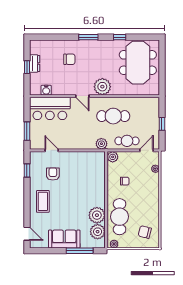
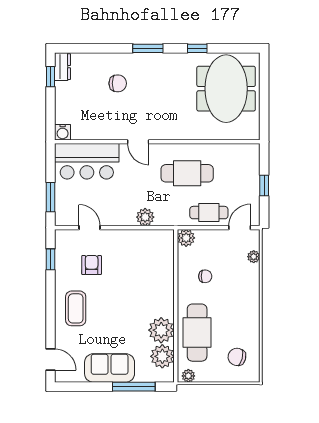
dresser: (35, 63) -> (63, 67), moved
window: (27, 67) -> (50, 77), moved
plant: (102, 87) -> (170, 127), removed
water cooler: (46, 90) -> (63, 132), moved
plant: (101, 144) -> (145, 217), moved

